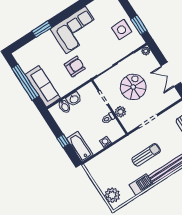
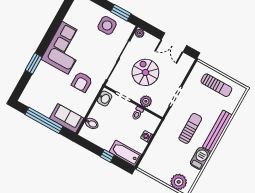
armchair: (75, 67) -> (82, 82), turned 180
sofa: (43, 86) -> (67, 118), width x0.73
washbasin: (74, 99) -> (105, 99), moved

